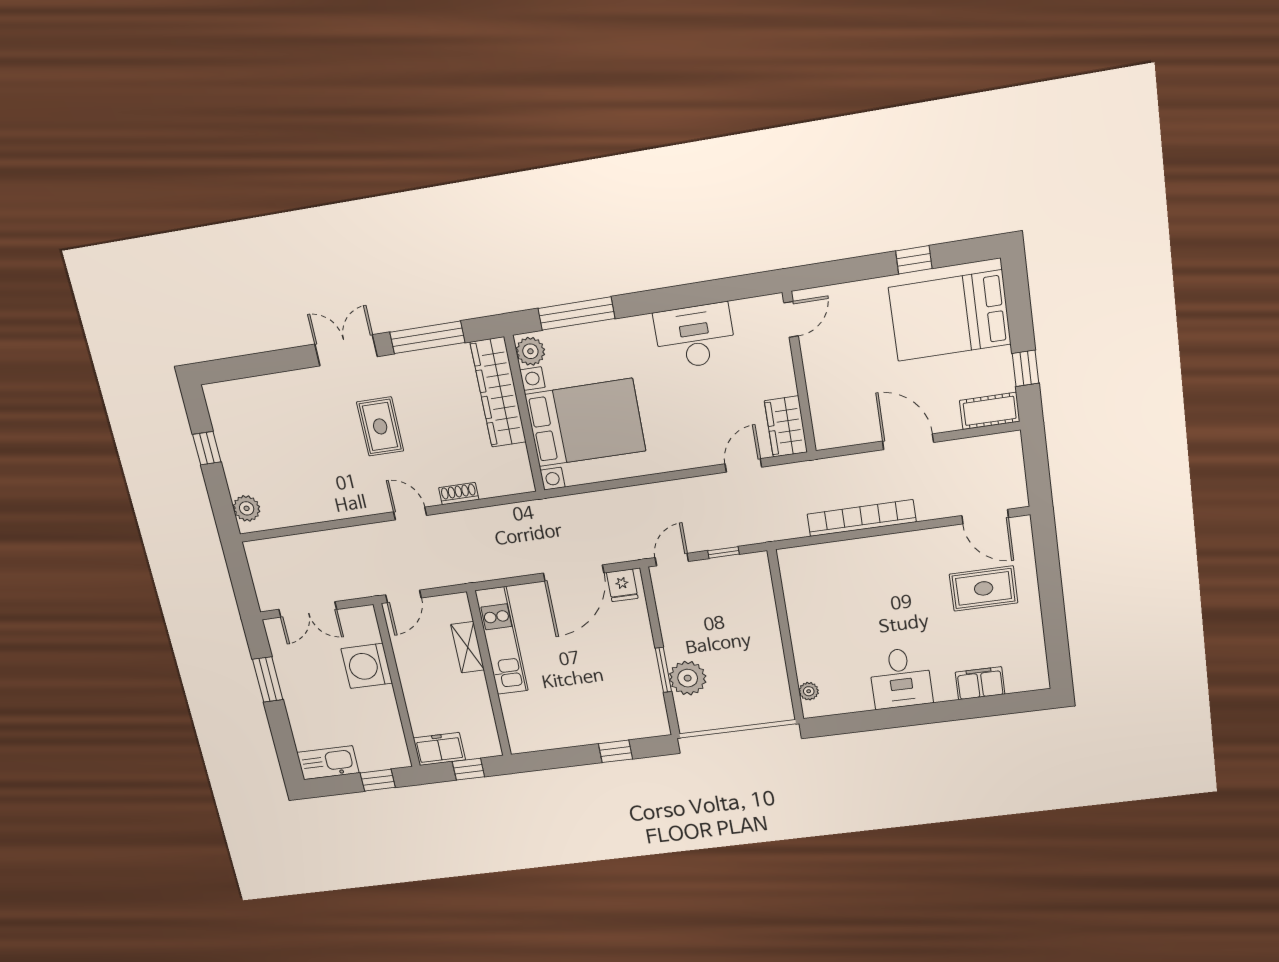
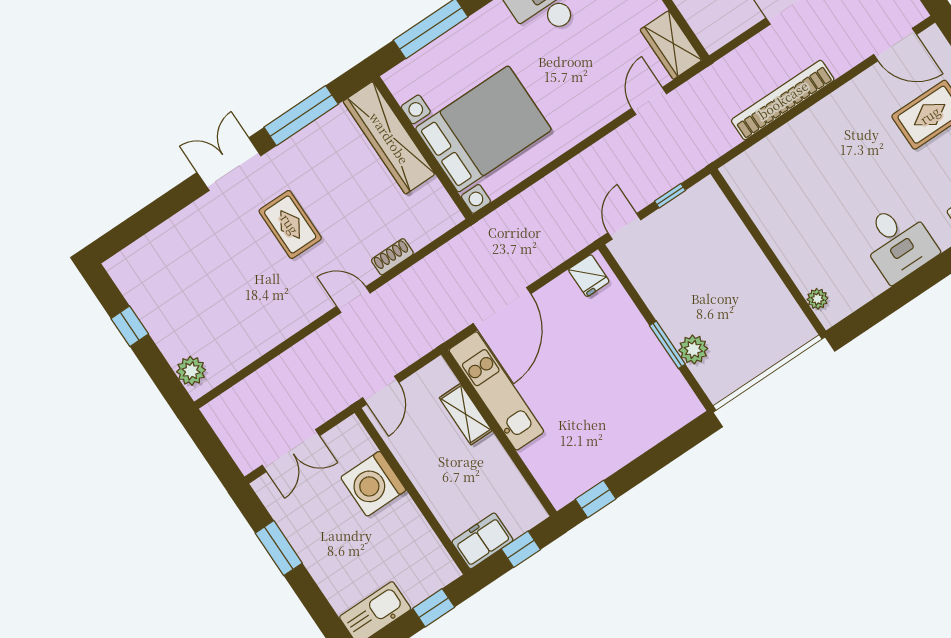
plant: (530, 351) -> (403, 84), removed
door: (573, 573) -> (502, 309), moved
plant: (688, 678) -> (693, 349), width x0.73, depth x0.73
window: (615, 751) -> (596, 499), moved

